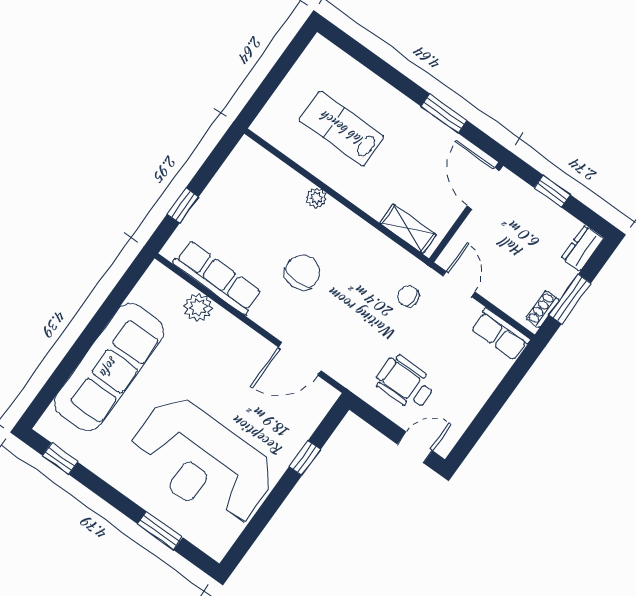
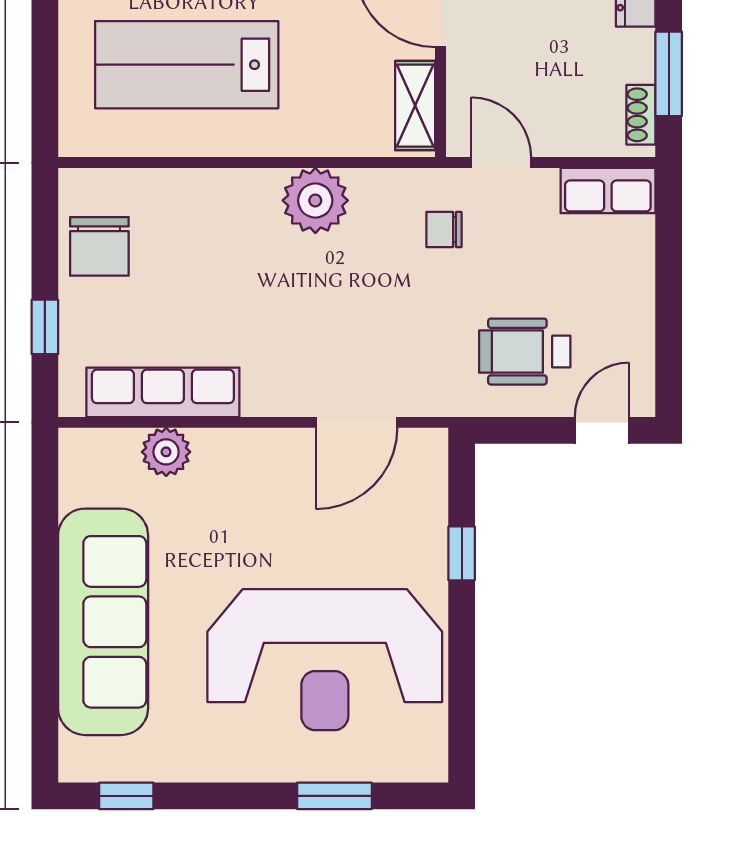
lab bench: (342, 128) -> (187, 65), width x1.36, depth x1.39
plant: (316, 198) -> (315, 200), moved, width x1.87, depth x1.87
shelving: (408, 229) -> (415, 106), moved, turned 90
chair: (302, 272) -> (99, 246), moved, turned 180

